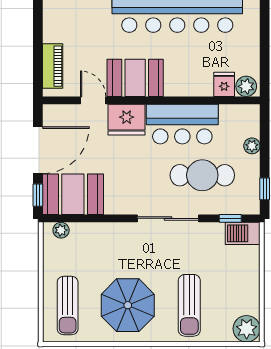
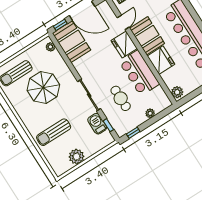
fridge: (224, 84) -> (161, 60), moved, width x1.88, depth x1.34
cafe table: (202, 175) -> (121, 98), width x0.73, depth x0.74
barbecue: (243, 233) -> (97, 124), moved
parasol: (128, 305) -> (43, 87), moved
plant: (247, 329) -> (76, 157), moved

